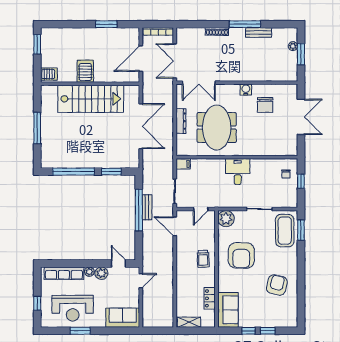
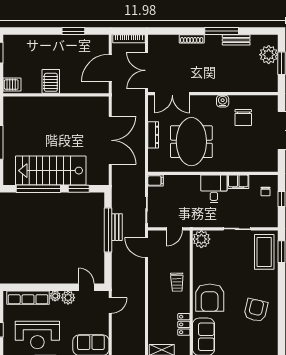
plant: (293, 46) -> (269, 55), width x1.88, depth x1.88
stairs: (91, 99) -> (51, 171), moved, turned 180
filing cabinet: (260, 165) -> (238, 182), added
armchair: (241, 255) -> (210, 298), moved

